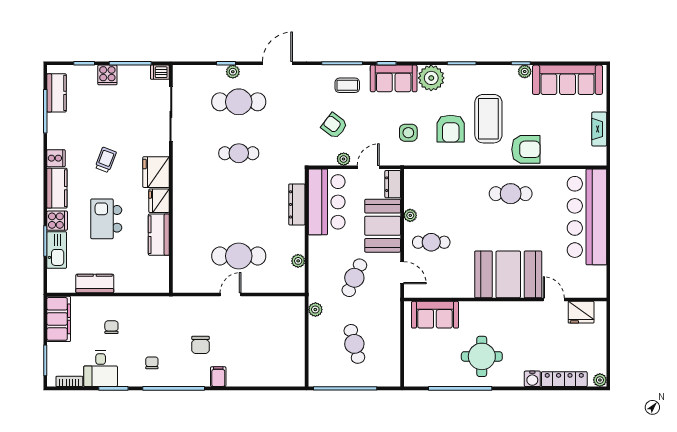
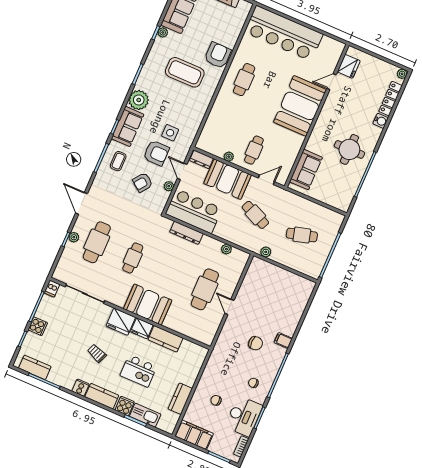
armchair: (451, 129) -> (156, 153), moved
booth: (191, 195) -> (148, 305), added
desk: (101, 369) -> (244, 416), width x1.37

